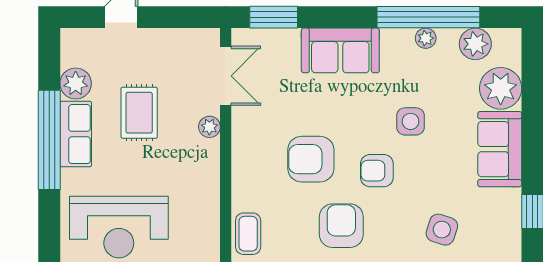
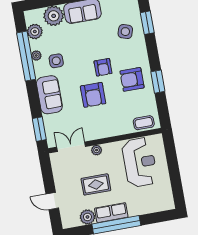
side table: (410, 121) -> (56, 61), moved
armchair: (311, 159) -> (93, 95), moved
reception desk: (119, 227) -> (140, 162), moved

